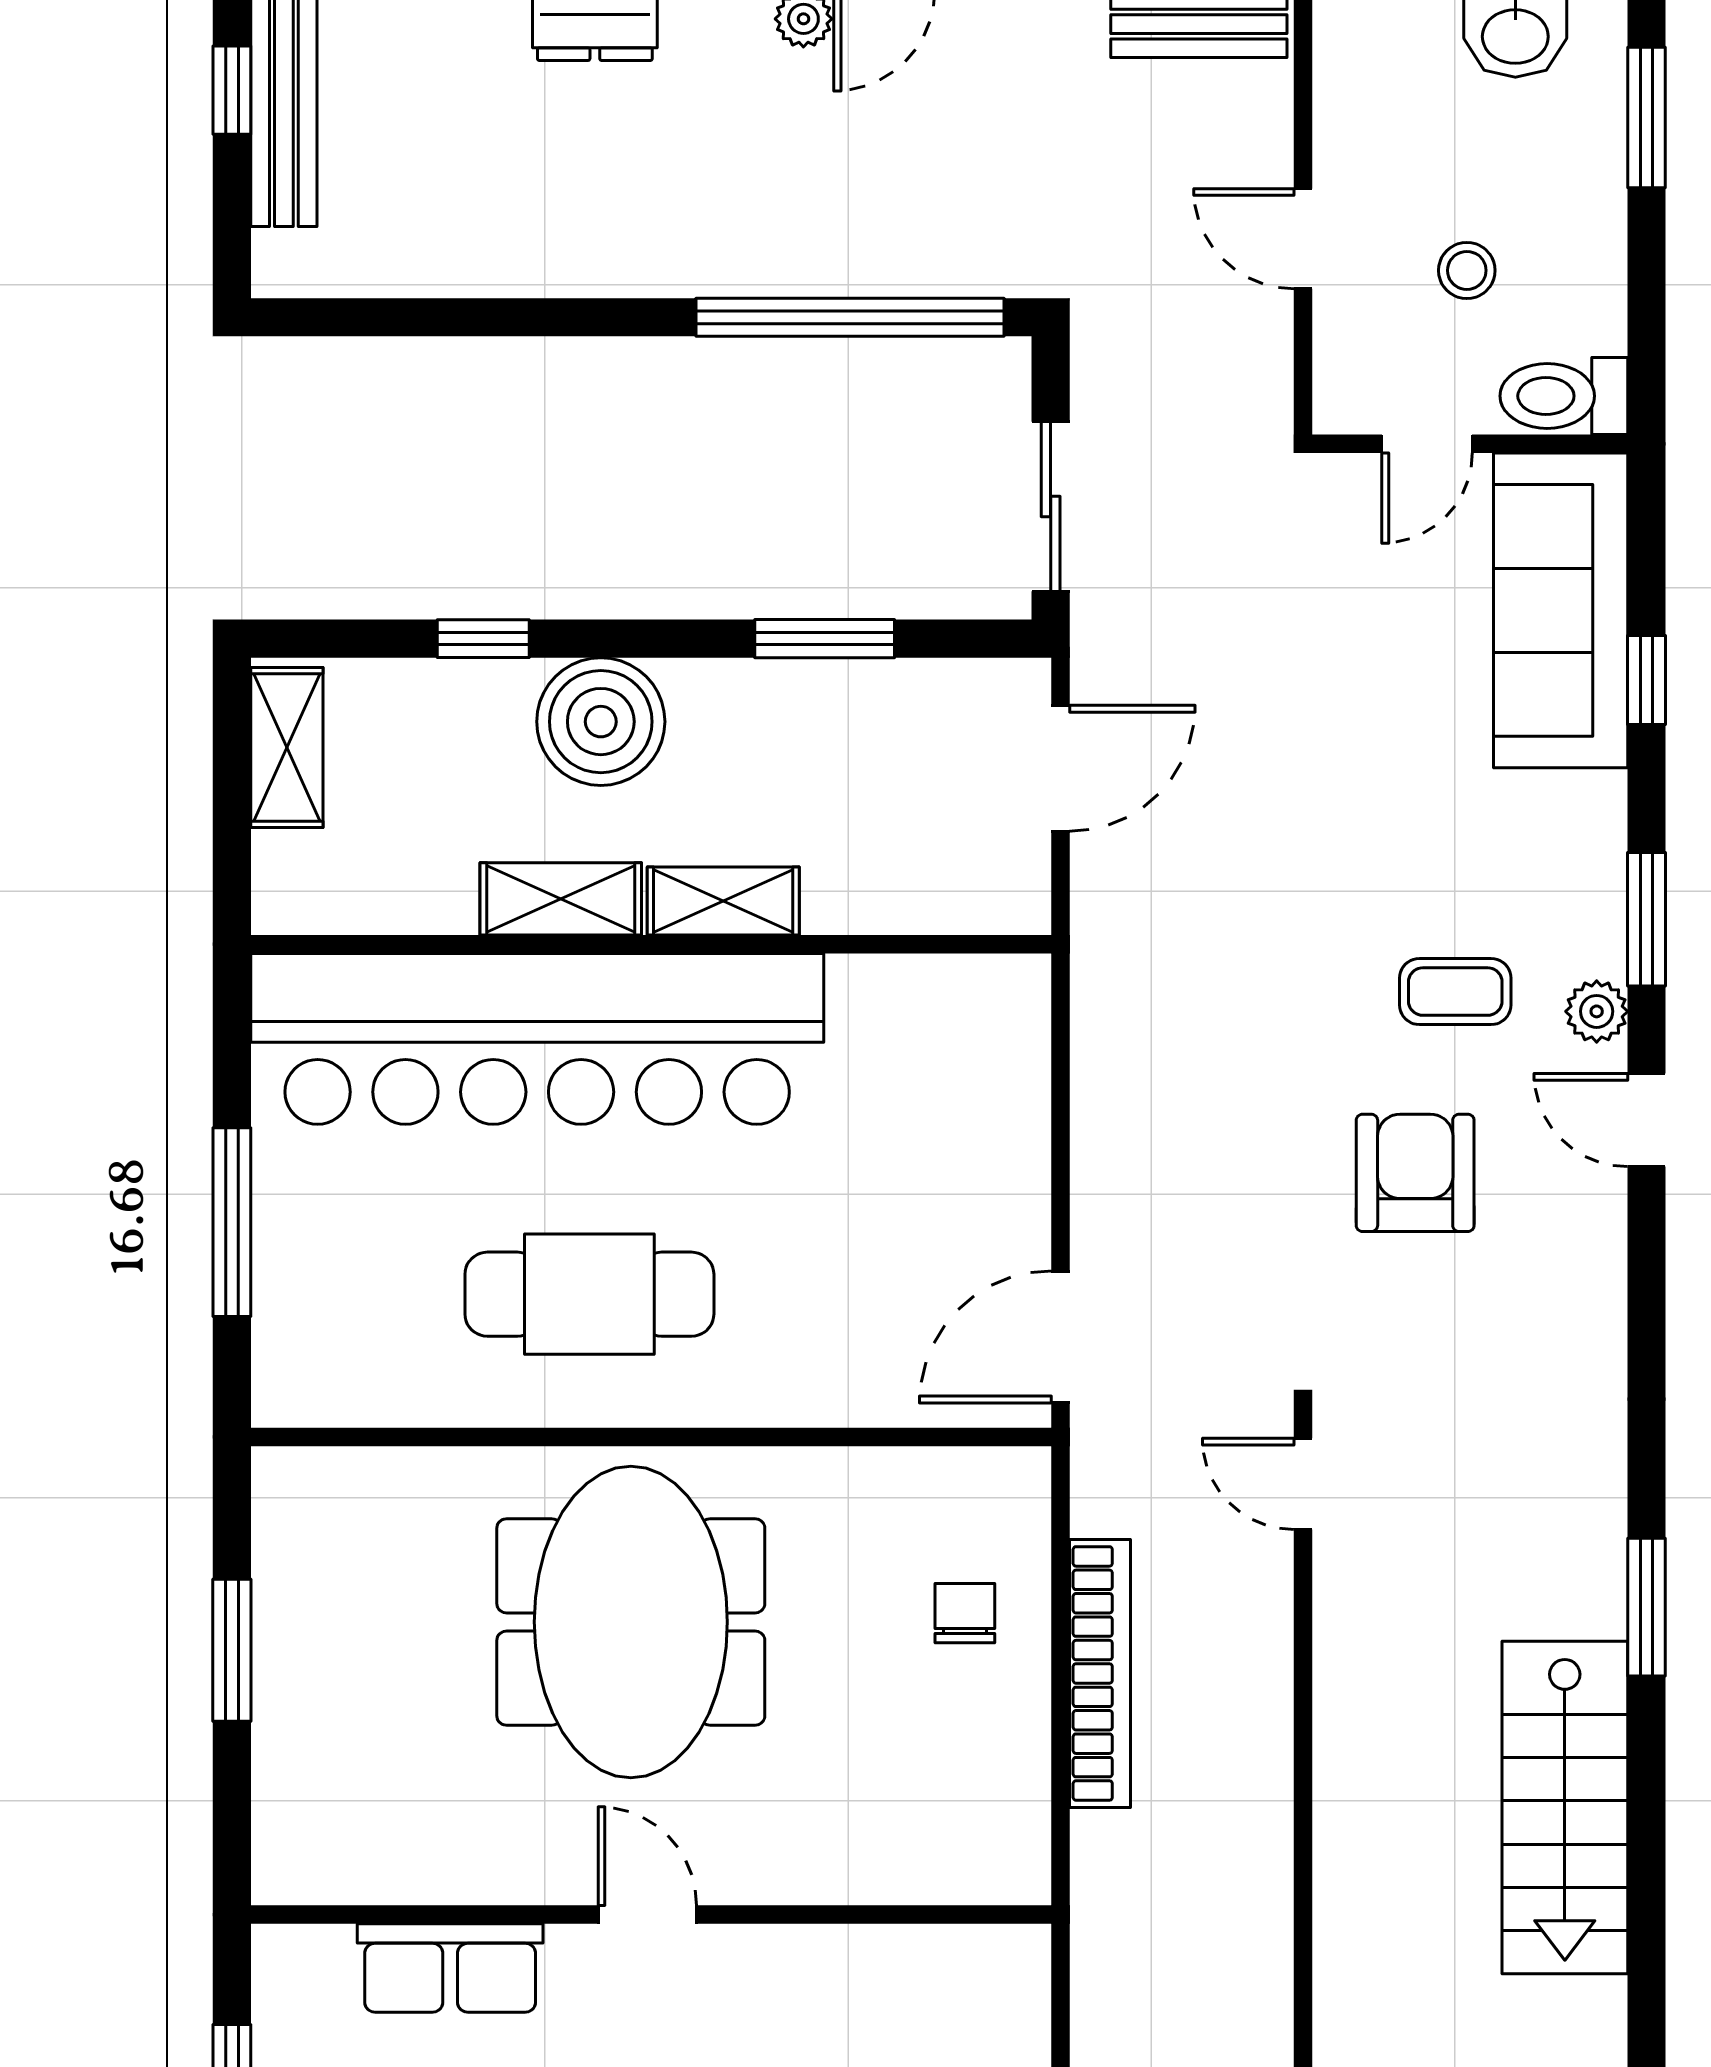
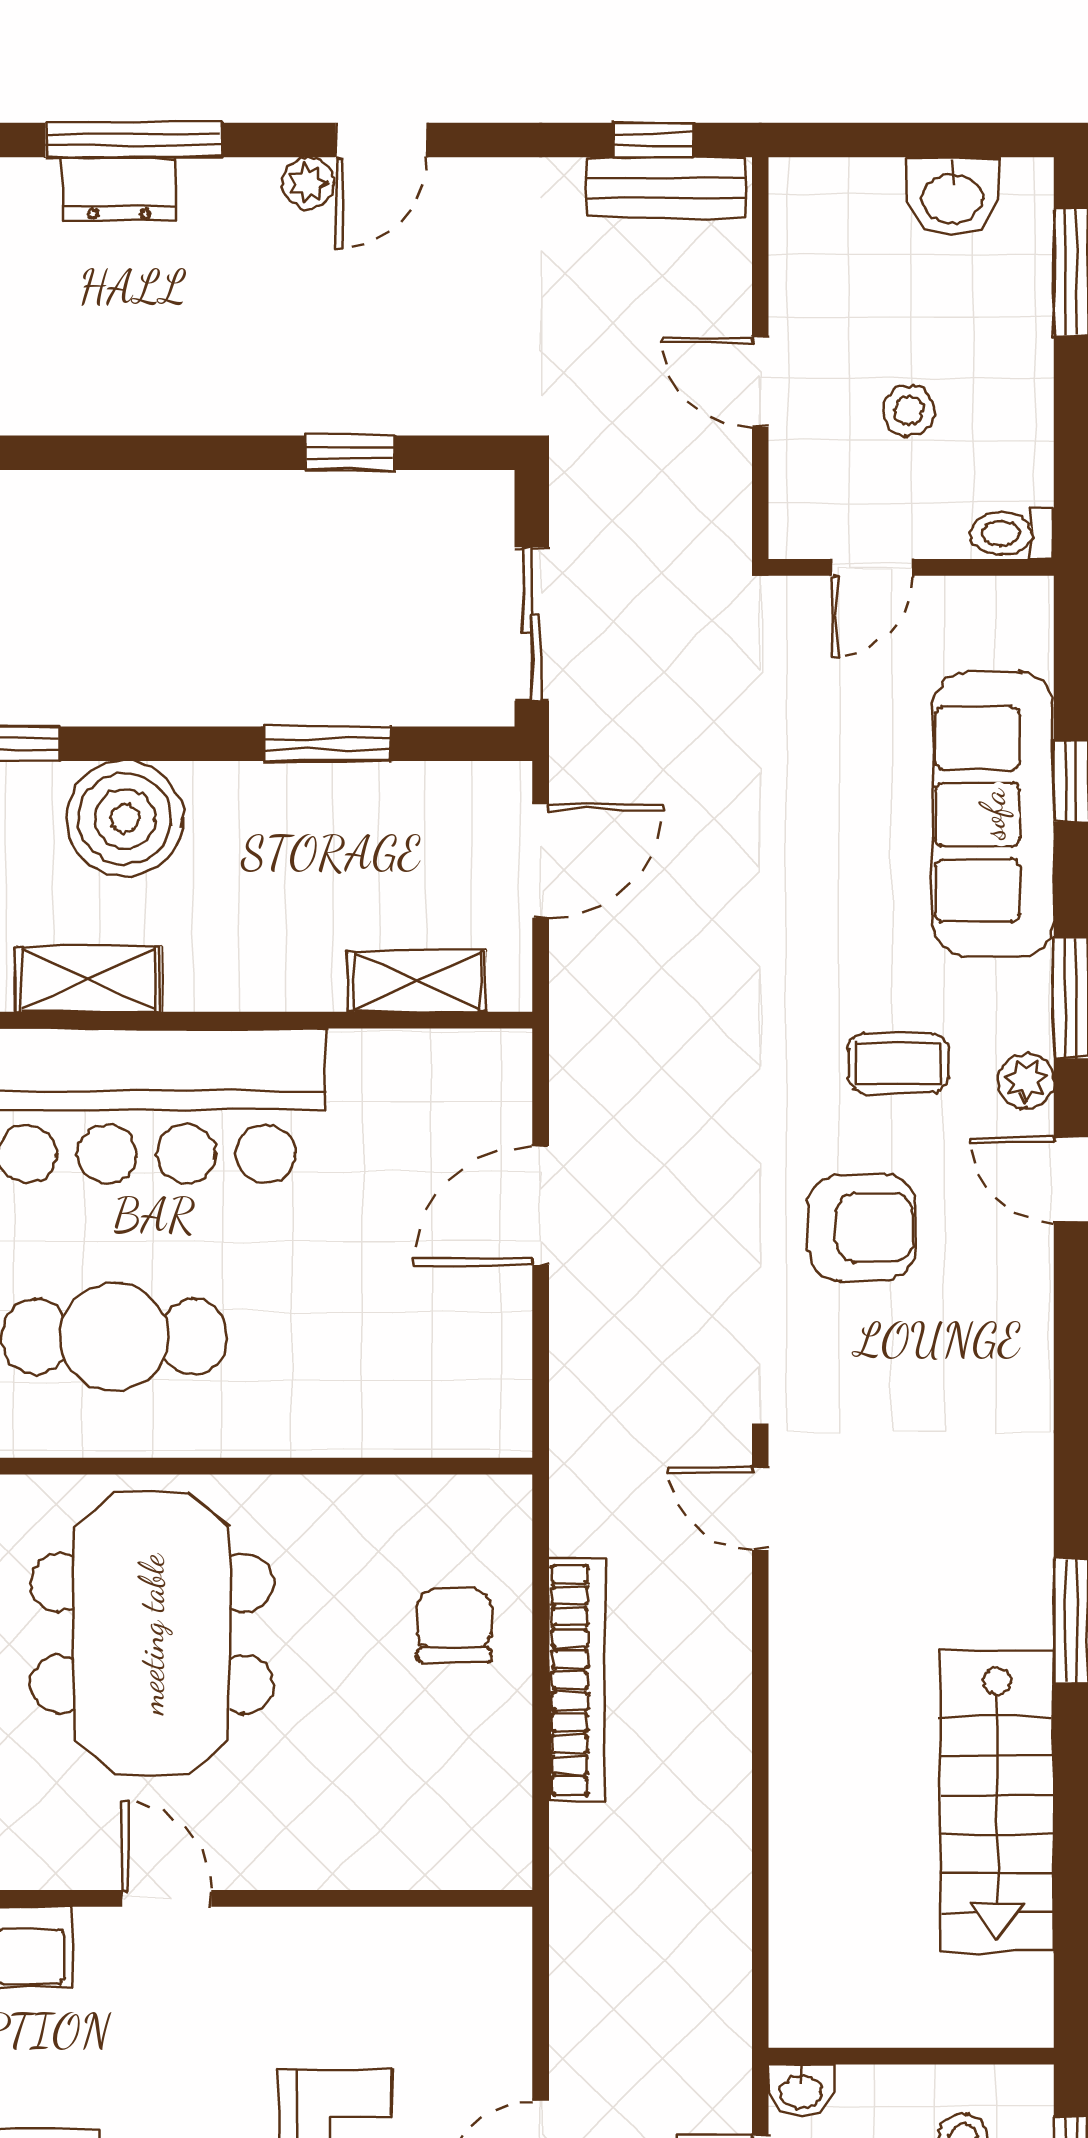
window: (850, 317) -> (350, 453), width x0.32
toilet: (1564, 396) -> (1012, 534), width x0.73, depth x0.72
sofa: (1561, 610) -> (993, 814), moved
shelving: (723, 901) -> (417, 981), moved
armchair: (1415, 1173) -> (862, 1227), turned 90
door: (1060, 1337) -> (541, 1206), moved
chair: (965, 1613) -> (454, 1626), width x1.37, depth x1.37

